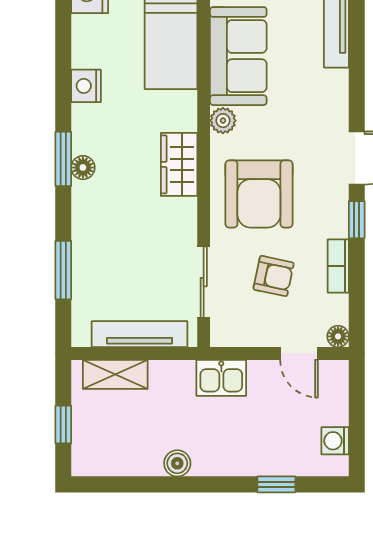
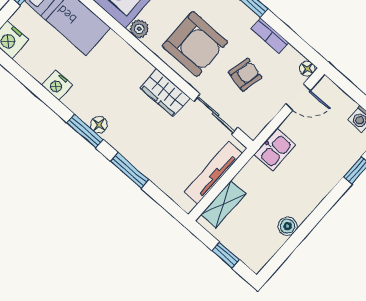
wardrobe: (179, 164) -> (165, 93), moved
window: (63, 270) -> (130, 170), moved
boiler: (177, 463) -> (287, 226), moved

